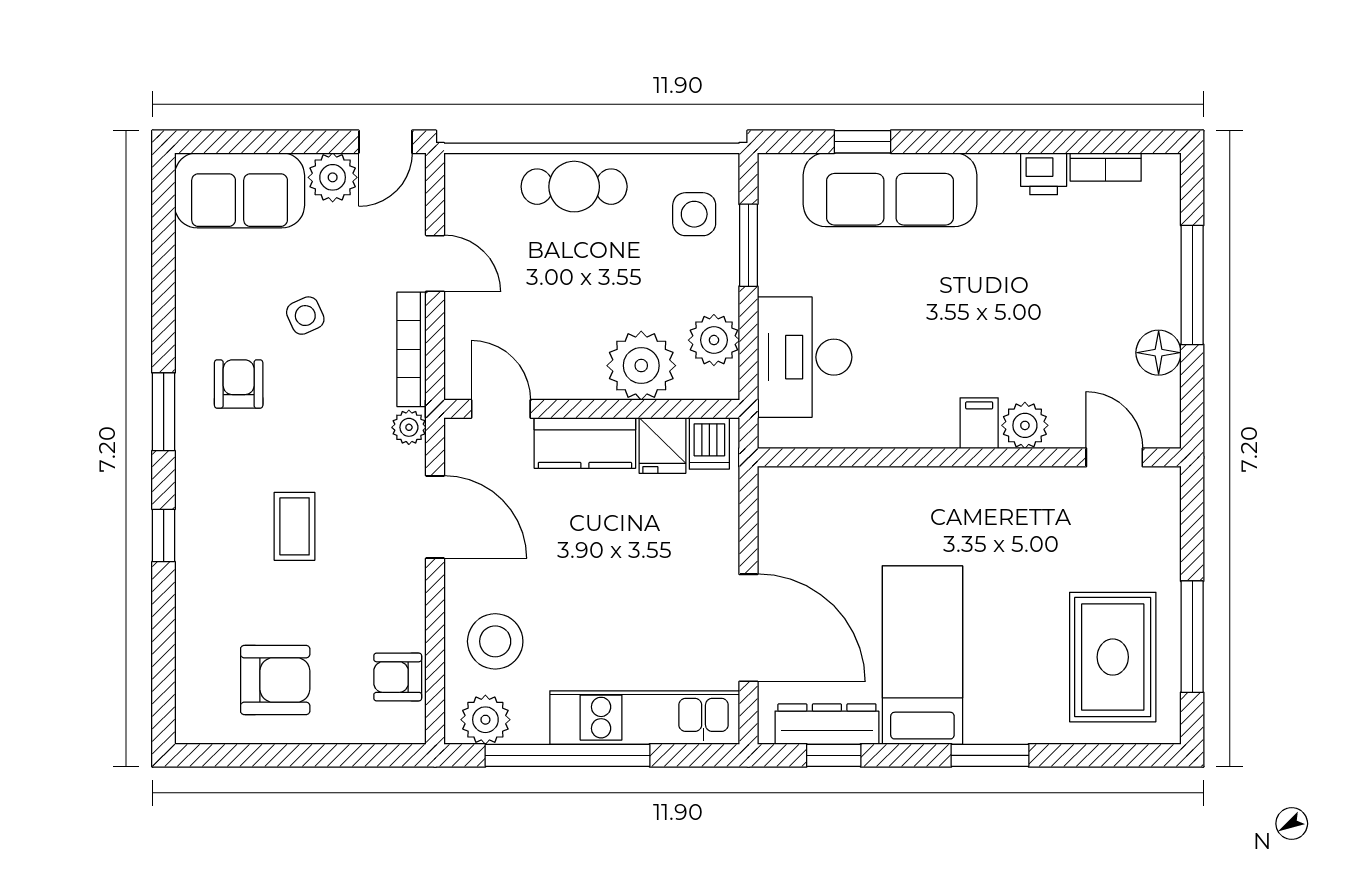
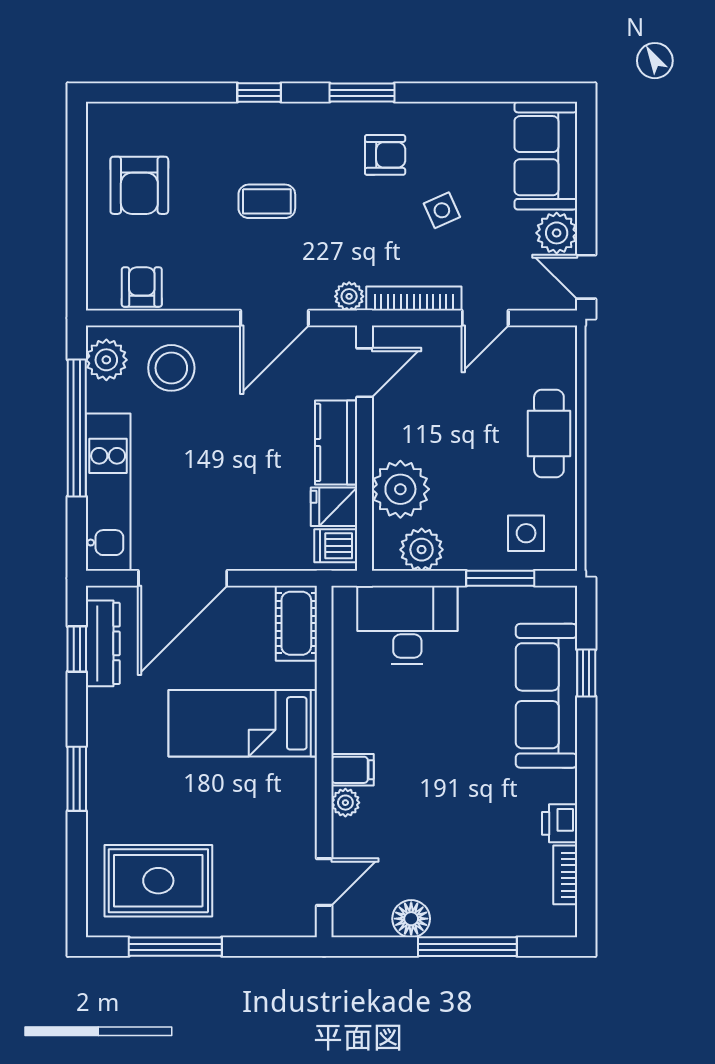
plant: (1025, 425) -> (345, 803), width x0.73, depth x0.73
cot: (803, 491) -> (296, 623), added
bed: (922, 655) -> (243, 723), moved, turned 180

